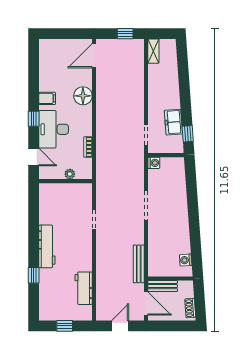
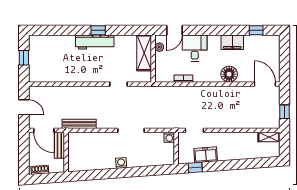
filing cabinet: (47, 98) -> (232, 42), width x2.00
window: (34, 119) -> (256, 30), moved
desk: (54, 129) -> (195, 48), width x0.73
plant: (70, 174) -> (159, 47), moved
shelving: (59, 191) -> (144, 53), added
washing machine: (186, 260) -> (121, 163), moved
window: (34, 275) -> (98, 30), moved
workbench: (84, 288) -> (58, 75), removed
door: (146, 304) -> (44, 130), hinge flipped

